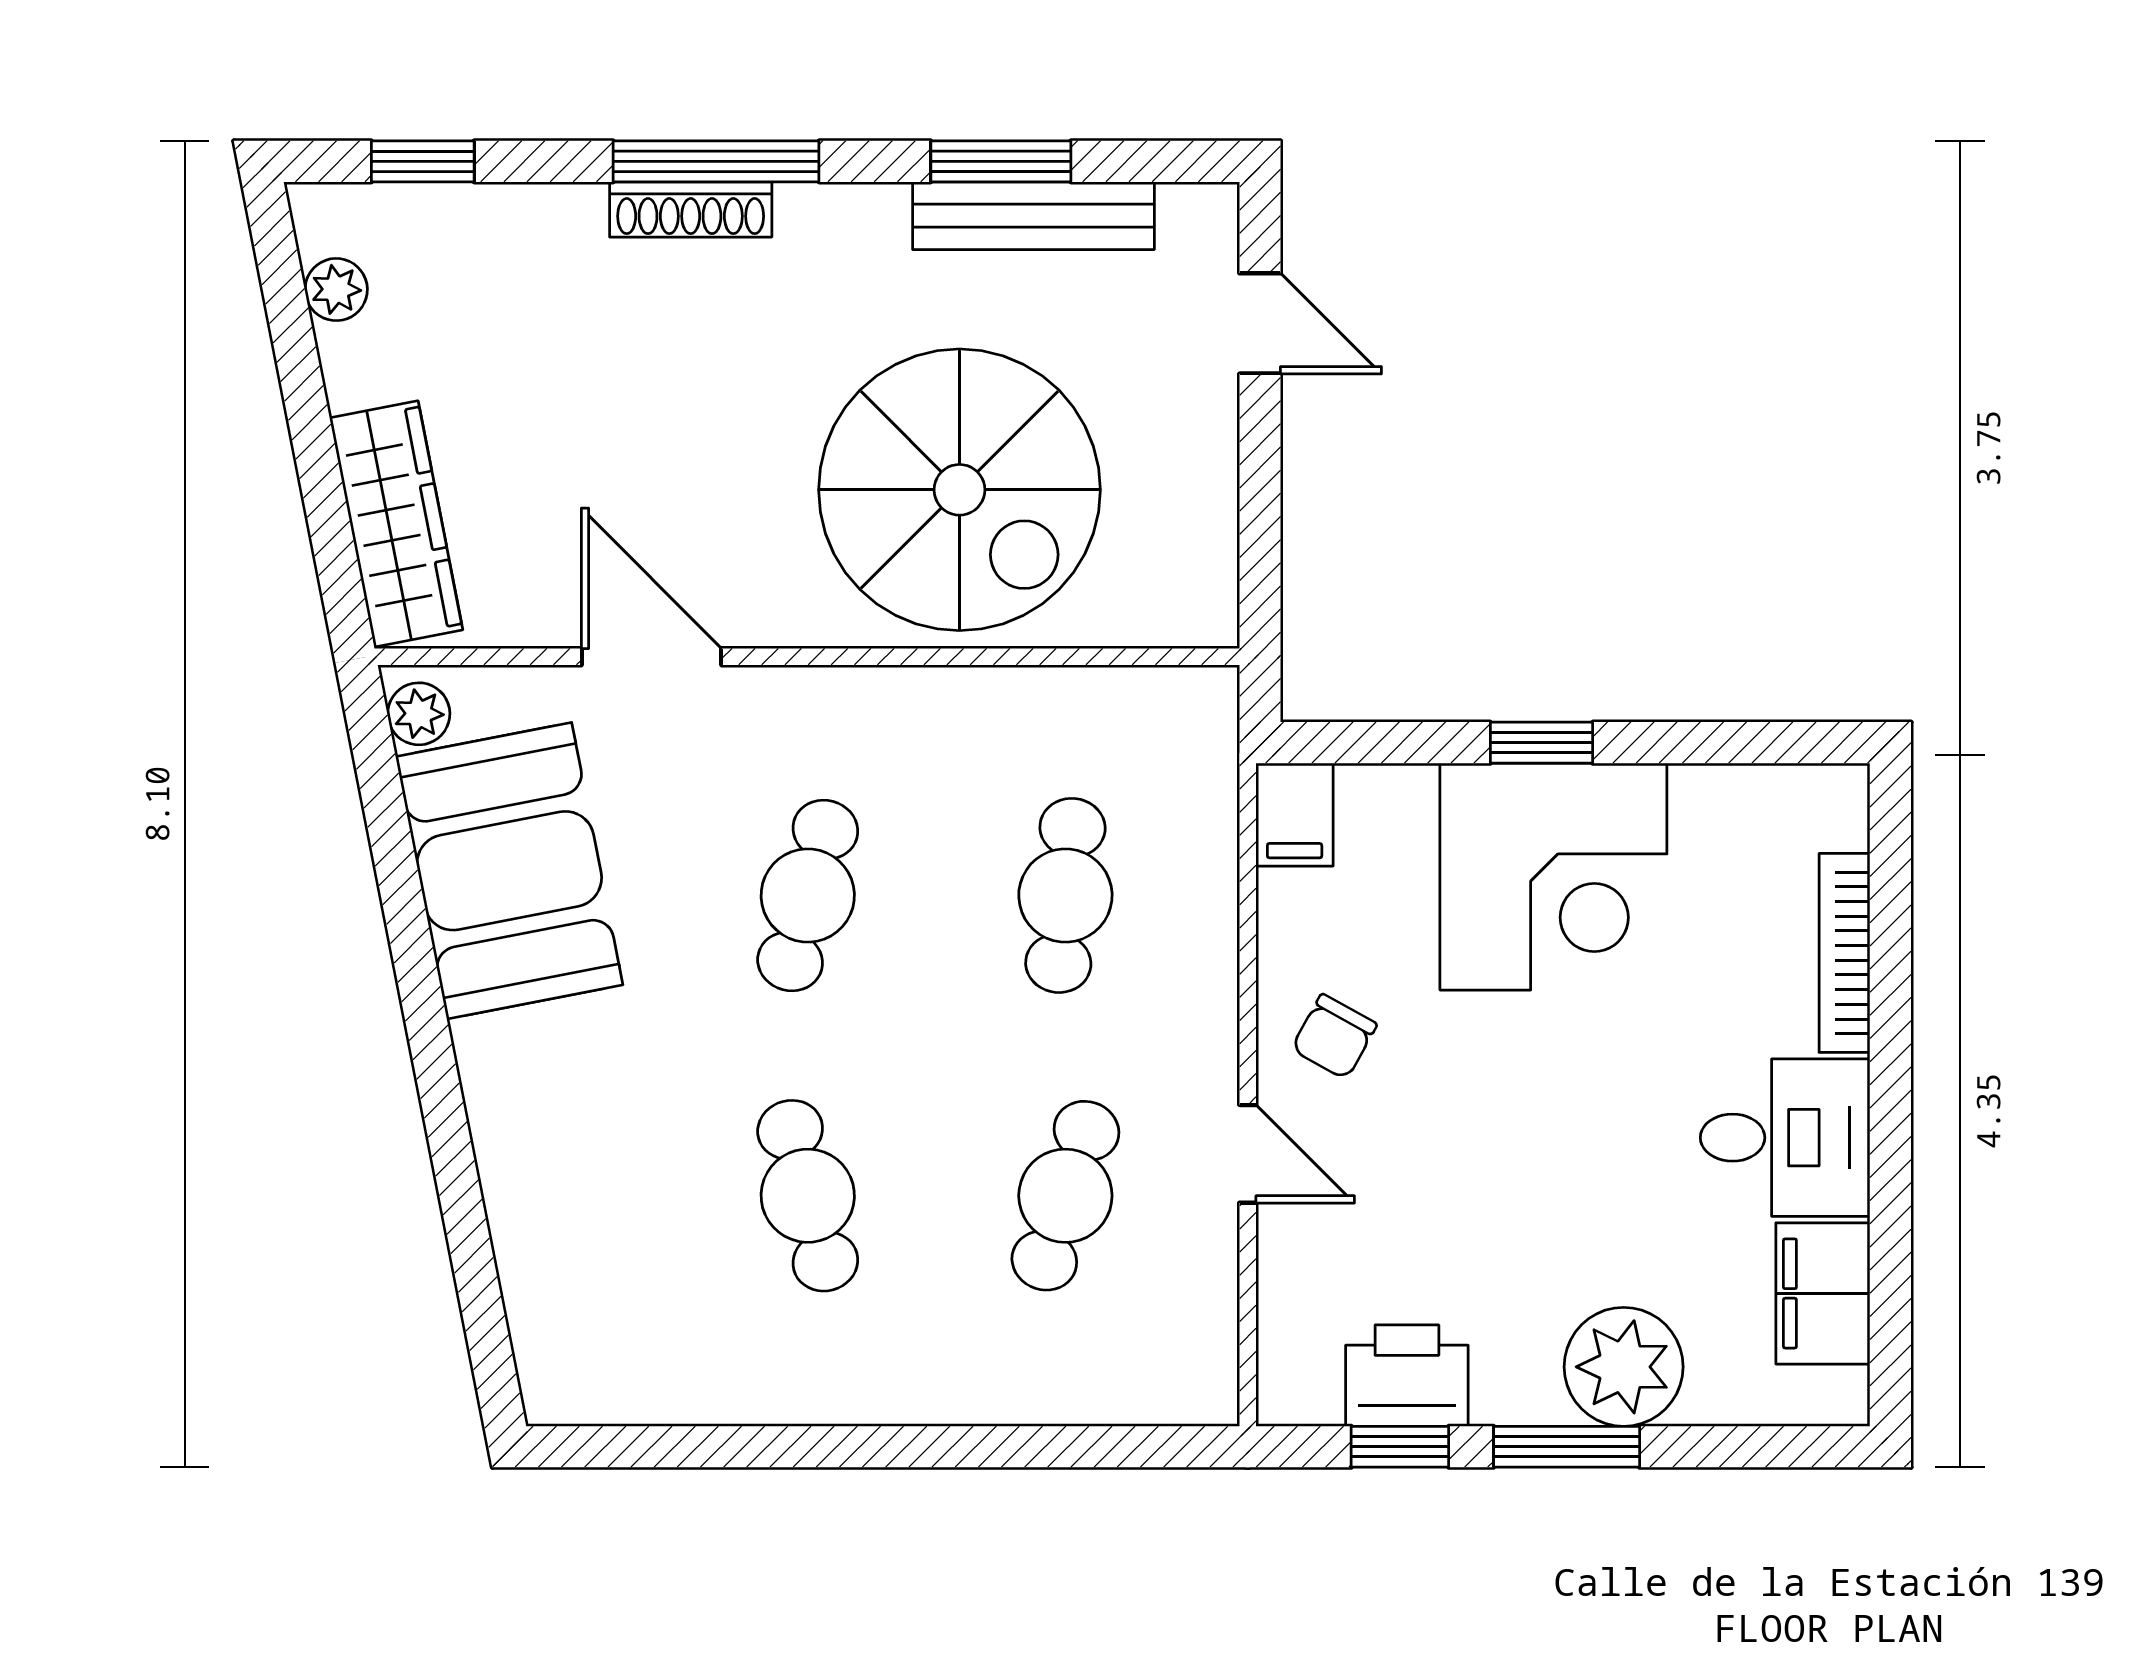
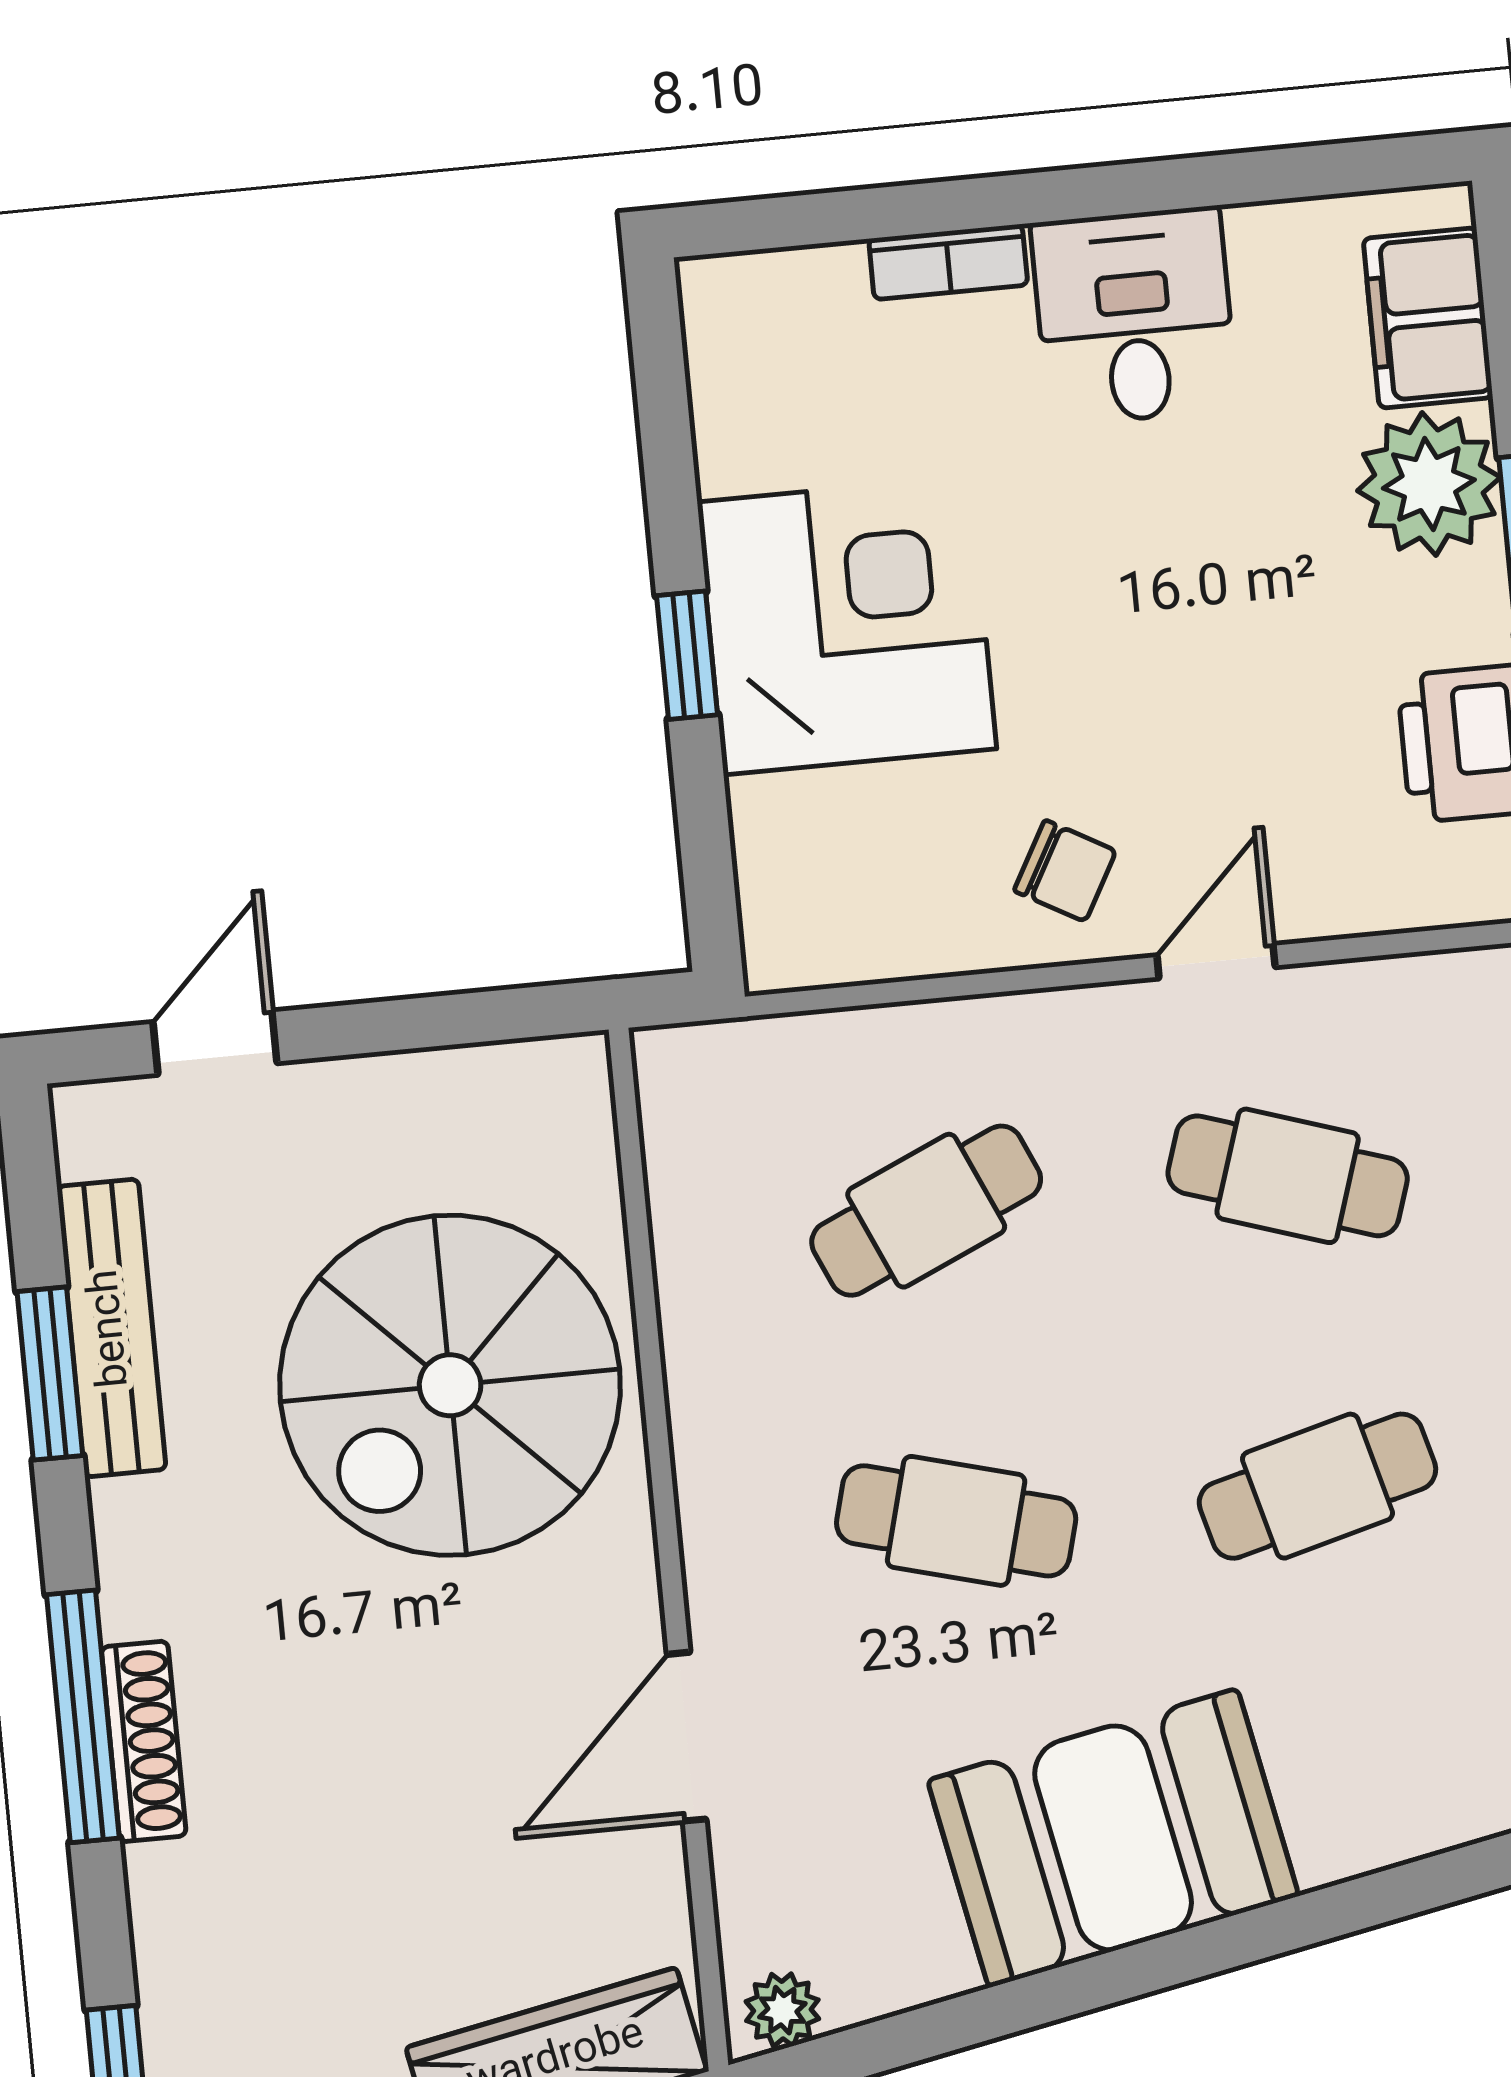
spiral stairs: (959, 490) -> (450, 1385), turned 180
filing cabinet: (1295, 815) -> (802, 944), removed
booth: (509, 871) -> (1113, 1838), moved
cafe table: (1065, 895) -> (926, 1211), turned -30
bookcase: (1844, 953) -> (948, 262), width x0.64
filing cabinet: (1823, 1293) -> (1428, 318), moved, turned 90

